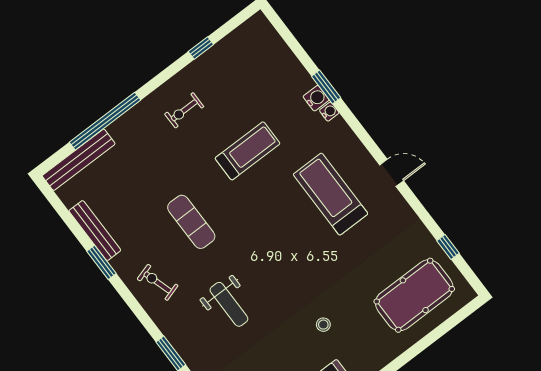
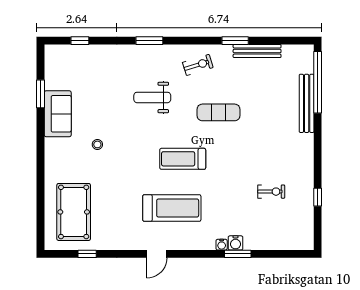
exercise bike: (184, 110) -> (271, 192), moved, turned 90
window: (105, 121) -> (318, 82), moved
treadmill: (247, 151) -> (183, 159), moved, turned 90
bench: (79, 160) -> (307, 103), moved

